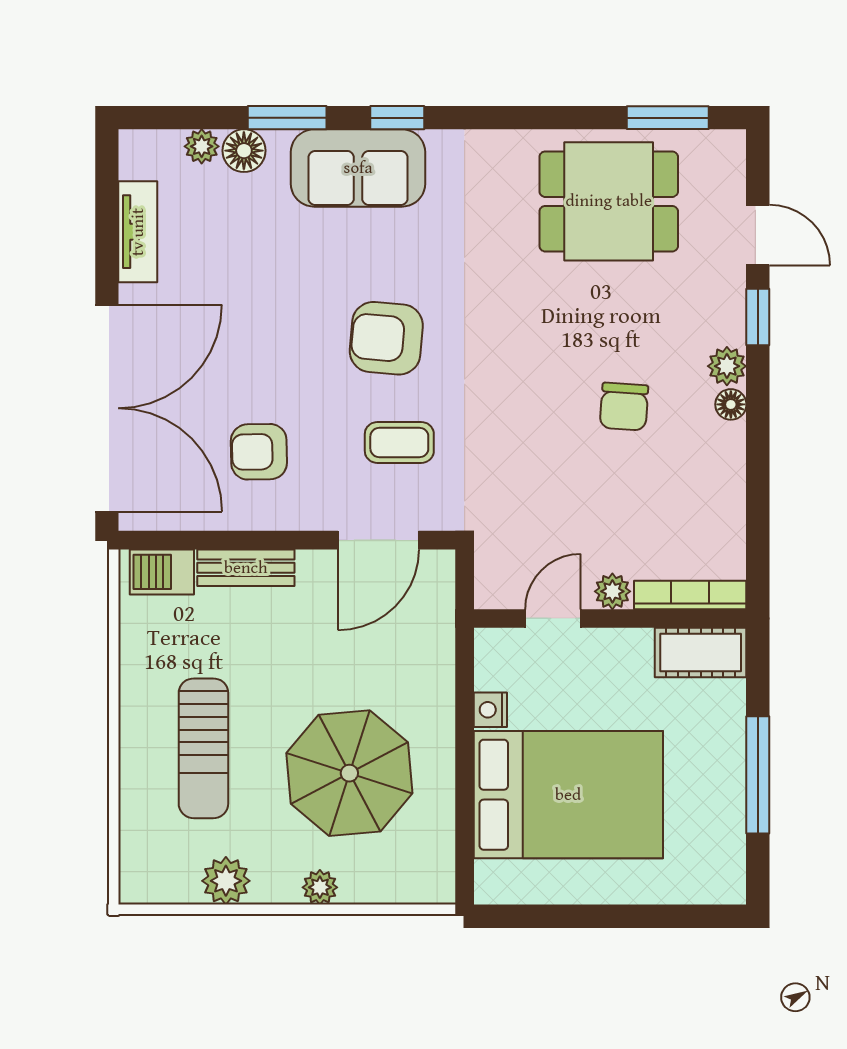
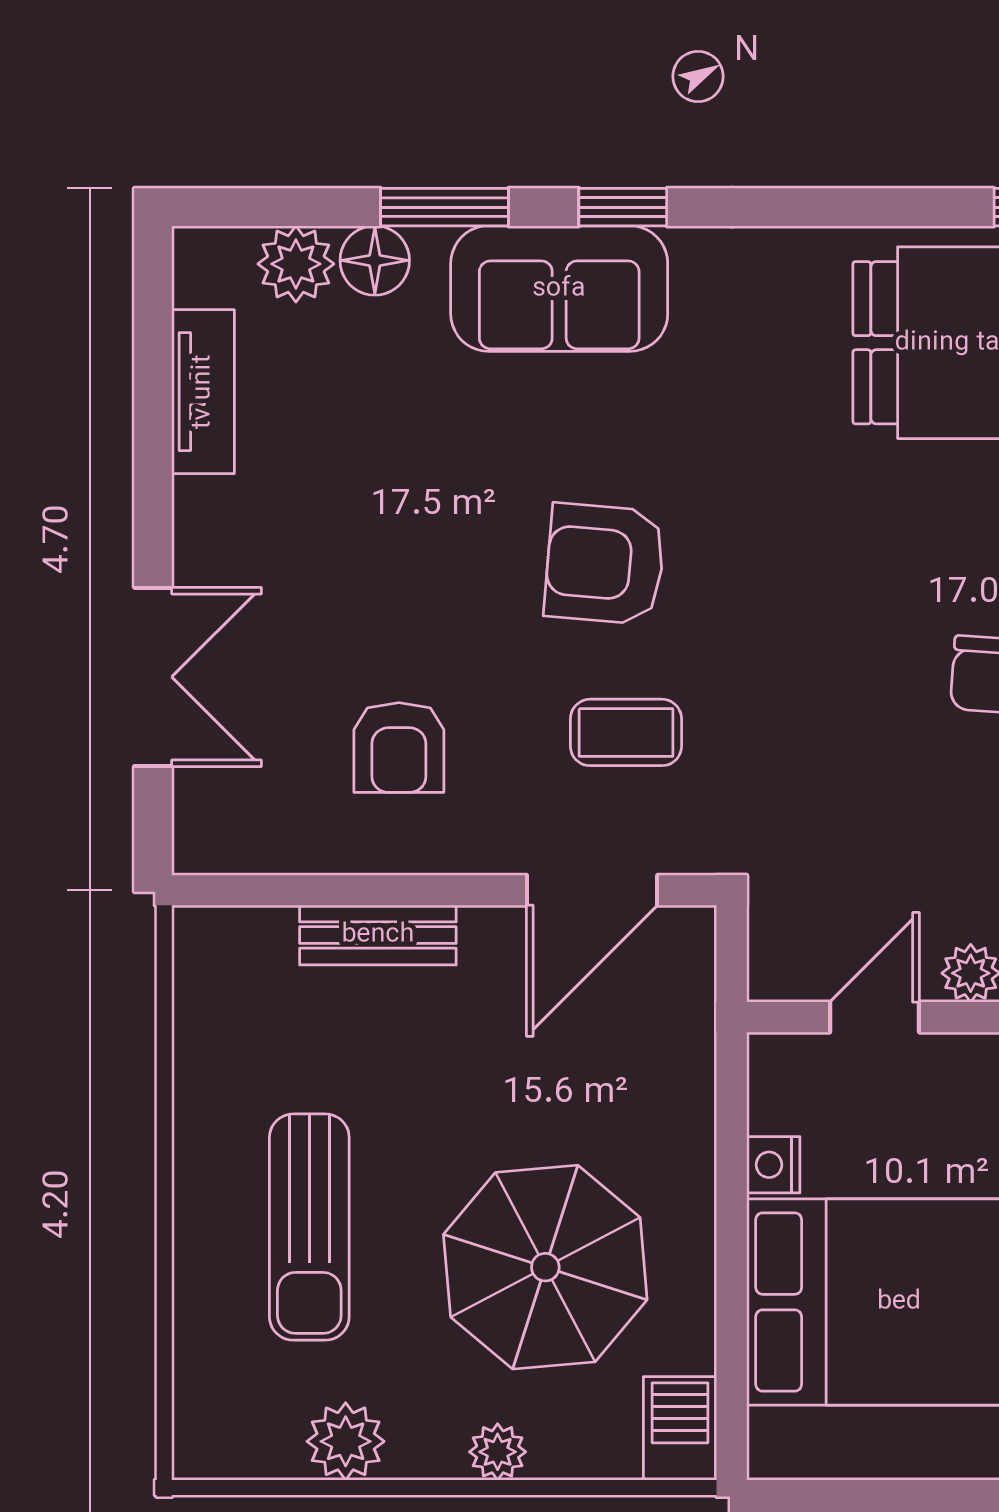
plant: (202, 146) -> (296, 264), width x1.38, depth x1.38
double door: (107, 408) -> (153, 677), width x0.54
armchair: (259, 452) -> (399, 748), turned -89
barbecue: (162, 572) -> (680, 1428), moved, turned 90

